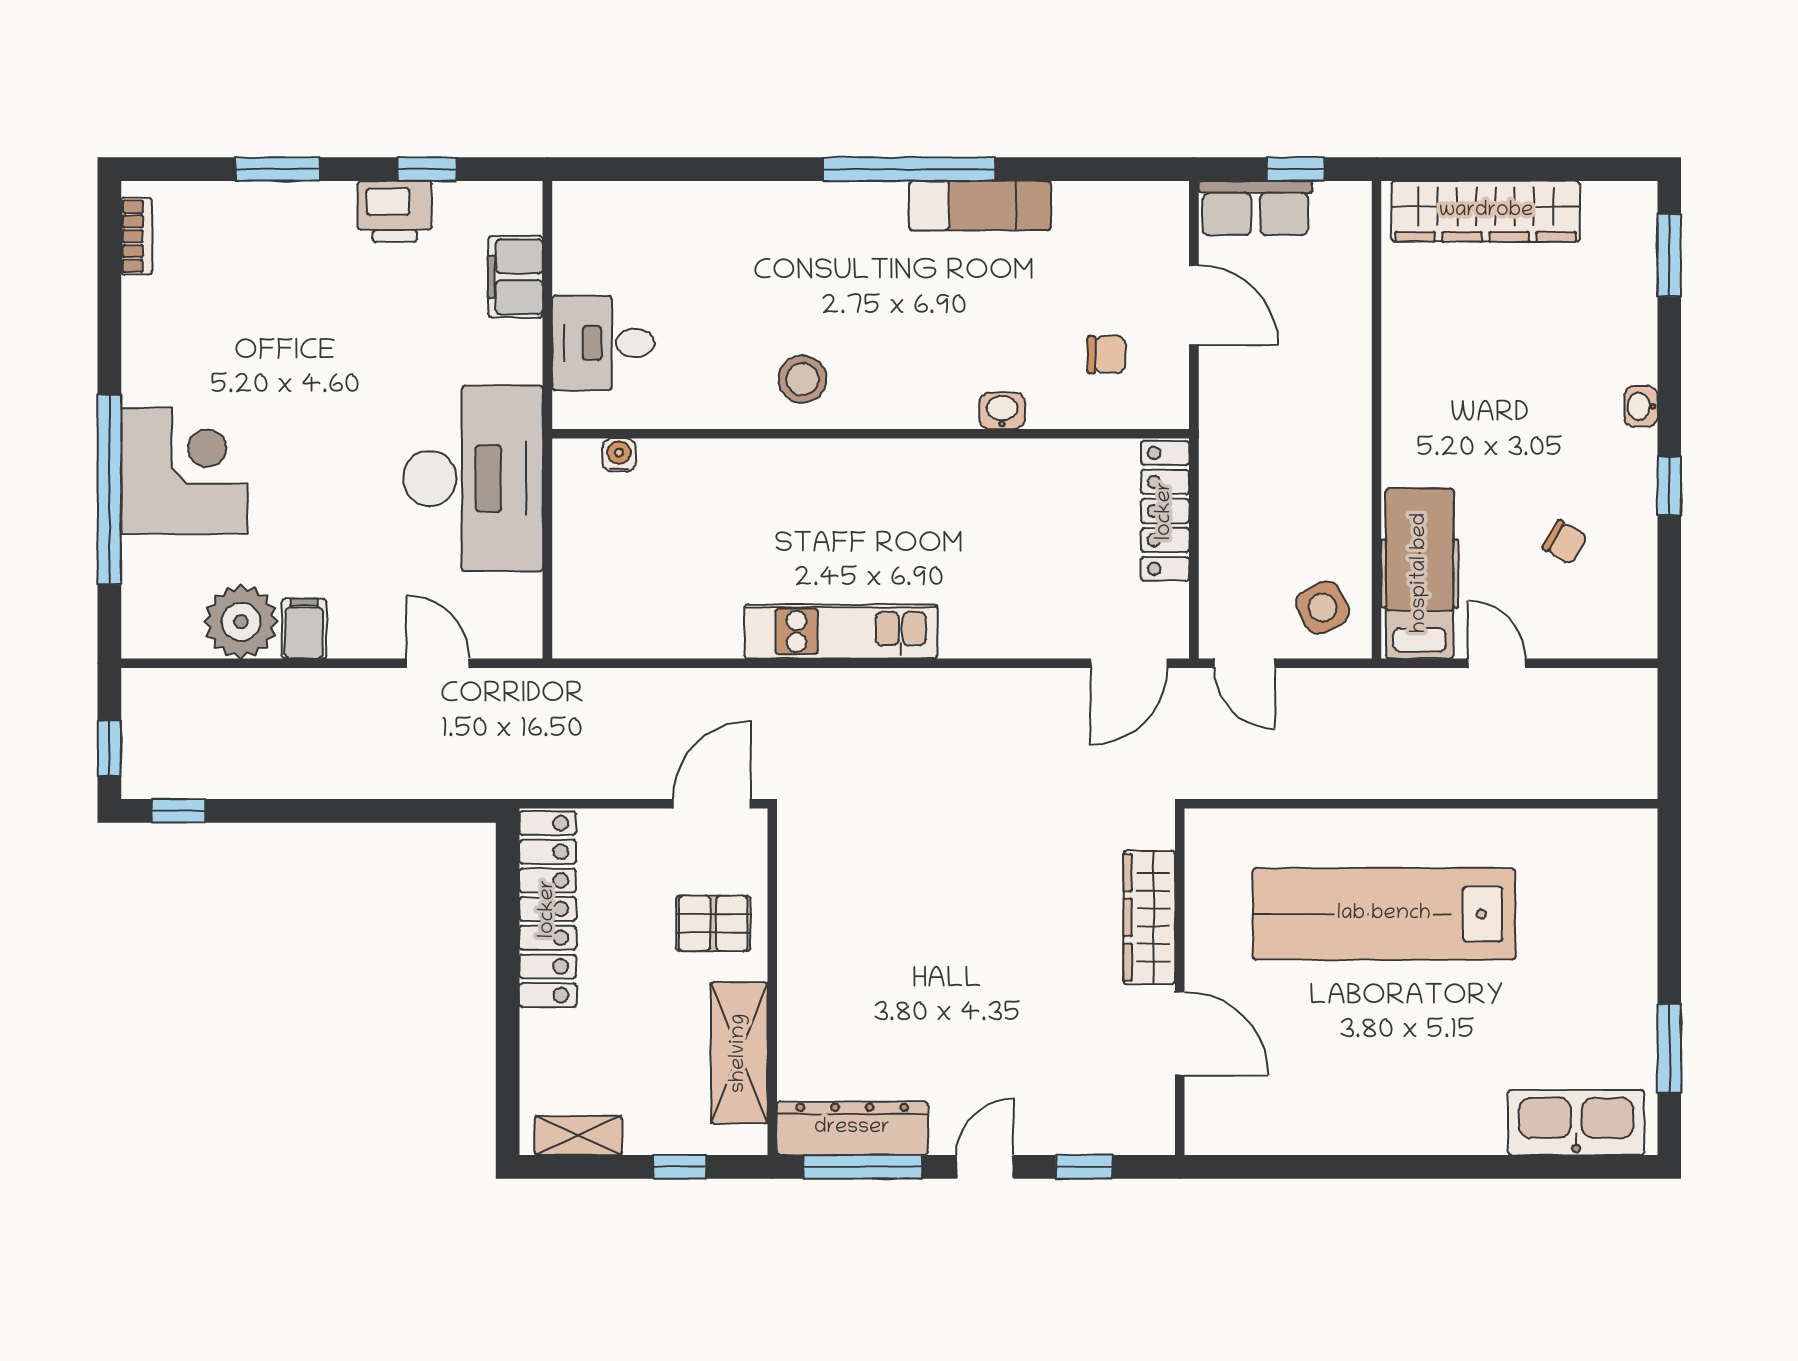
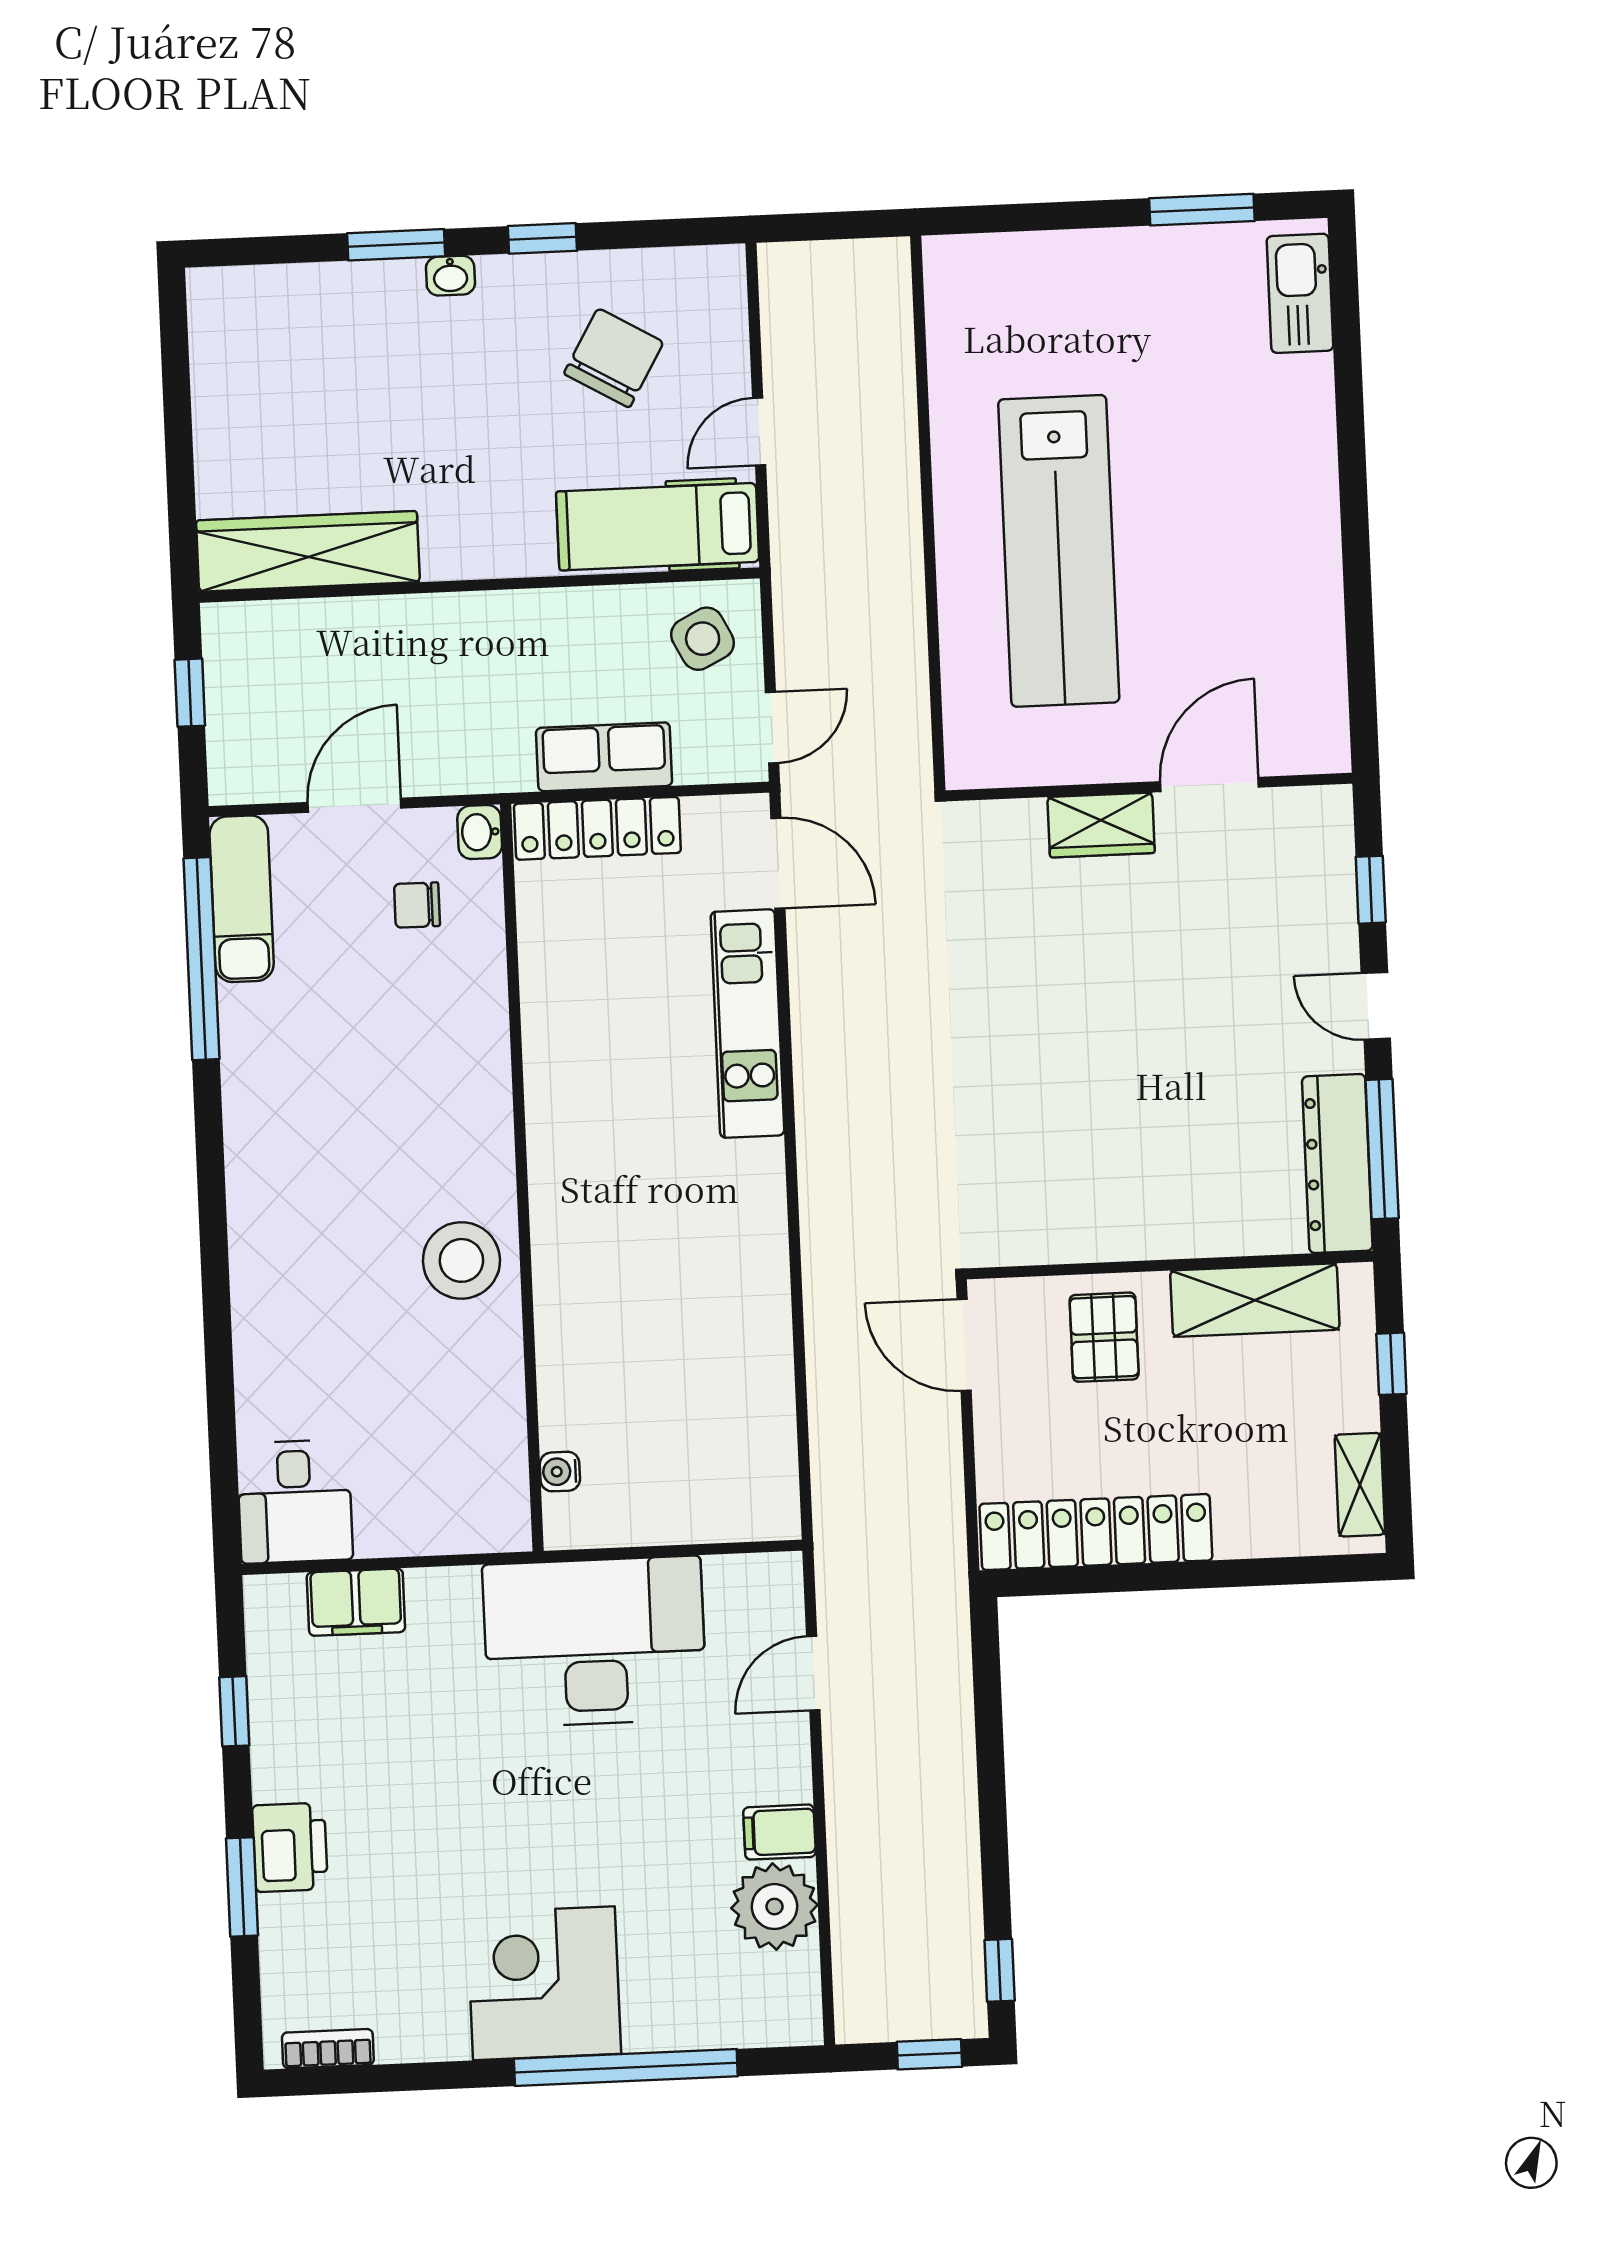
window: (909, 169) -> (201, 959), moved
exam couch: (980, 206) -> (242, 899), moved
row of seats: (1255, 208) -> (604, 757), moved, turned -90
printer: (395, 211) -> (290, 1847), moved
wardrobe: (1486, 211) -> (308, 551), moved, turned -90
window: (1669, 255) -> (396, 245), moved
desk: (603, 343) -> (295, 1502), moved
chair: (1107, 355) -> (417, 905), turned -90
stool: (802, 379) -> (461, 1260), width x1.38, depth x1.38
washbasin: (1002, 411) -> (480, 832), moved
corner desk: (184, 471) -> (544, 1983), moved
chair: (1565, 542) -> (614, 358), width x1.87, depth x1.87
kitchen unit: (841, 631) -> (747, 1024), moved
wardrobe: (1149, 917) -> (1101, 825), width x0.67
kitchen sink: (1576, 1122) -> (1300, 293), width x0.73, depth x0.81

